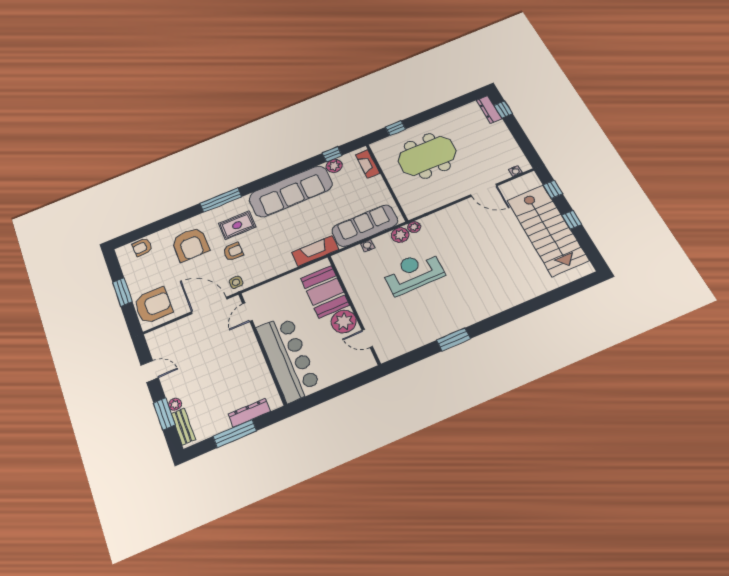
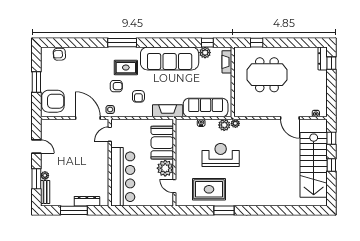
armchair: (190, 244) -> (138, 96), moved, width x0.53, depth x0.53
rug: (418, 322) -> (209, 189), added

